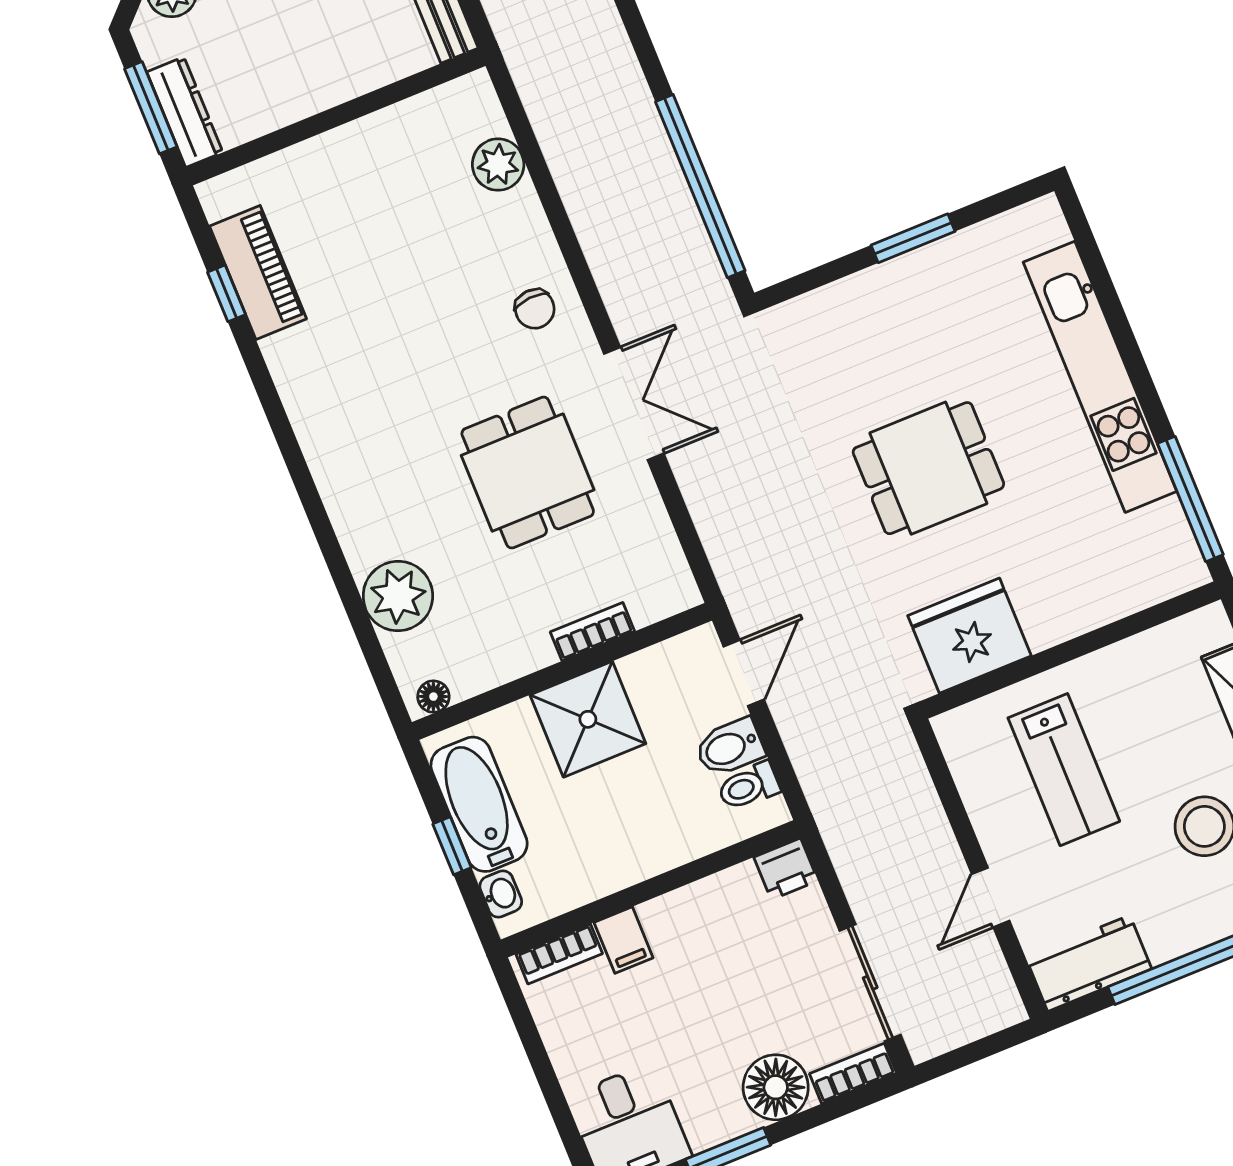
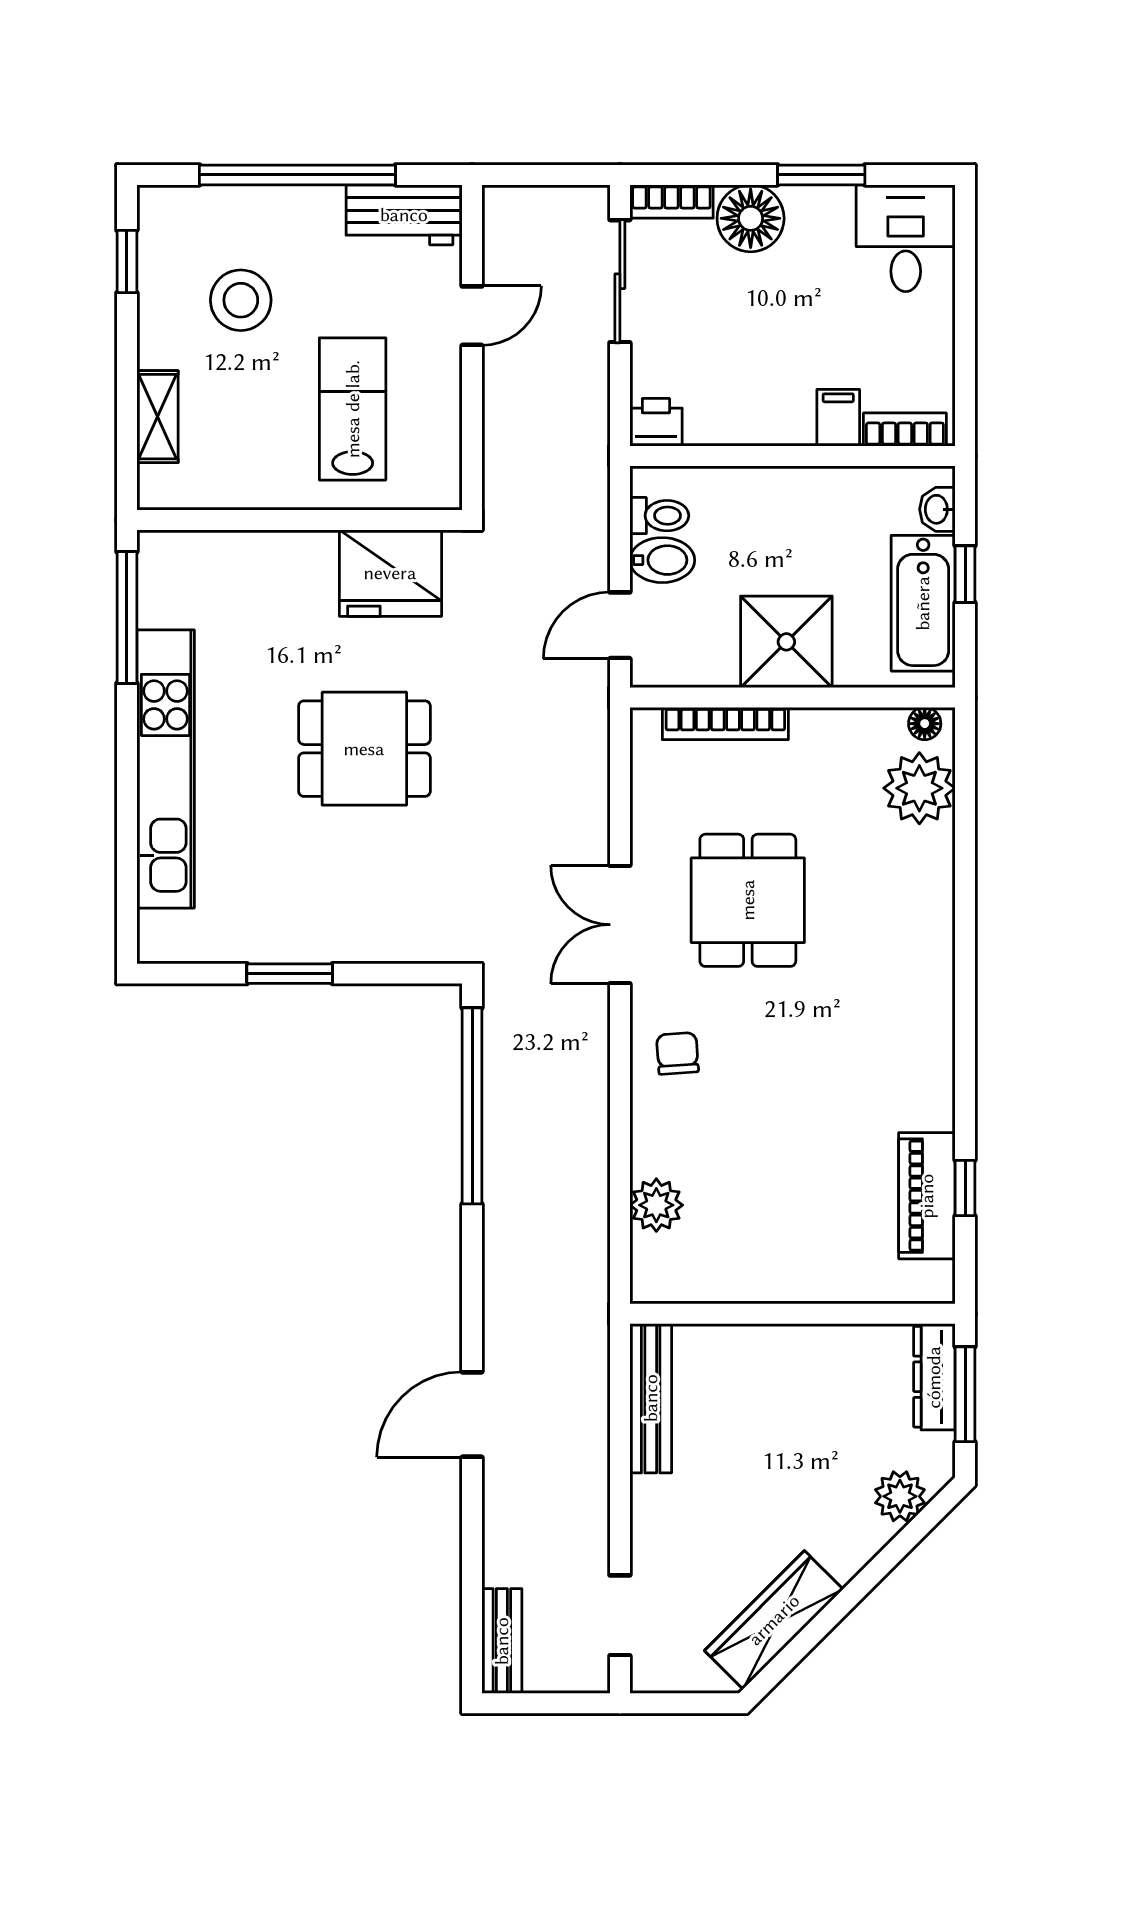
plant: (398, 596) -> (919, 788), moved
bookcase: (592, 632) -> (725, 724), width x1.56

